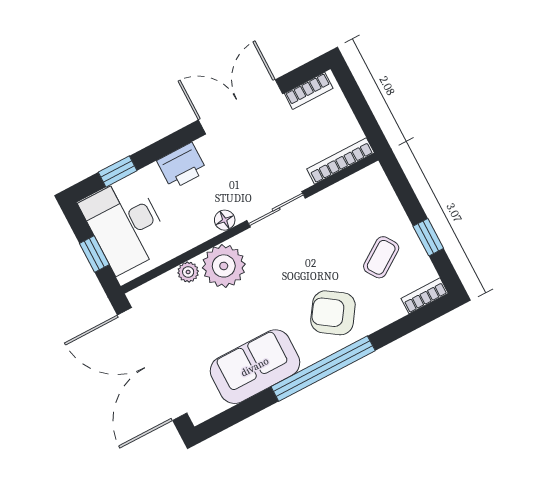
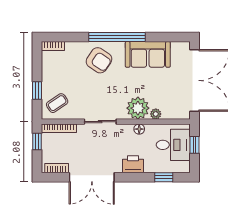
window: (366, 119) -> (37, 141), added
floor lamp: (225, 220) -> (139, 129), moved
desk: (125, 225) -> (173, 145), width x0.73
window: (428, 237) -> (37, 90), moved
coffee table: (381, 257) -> (57, 103), moved

